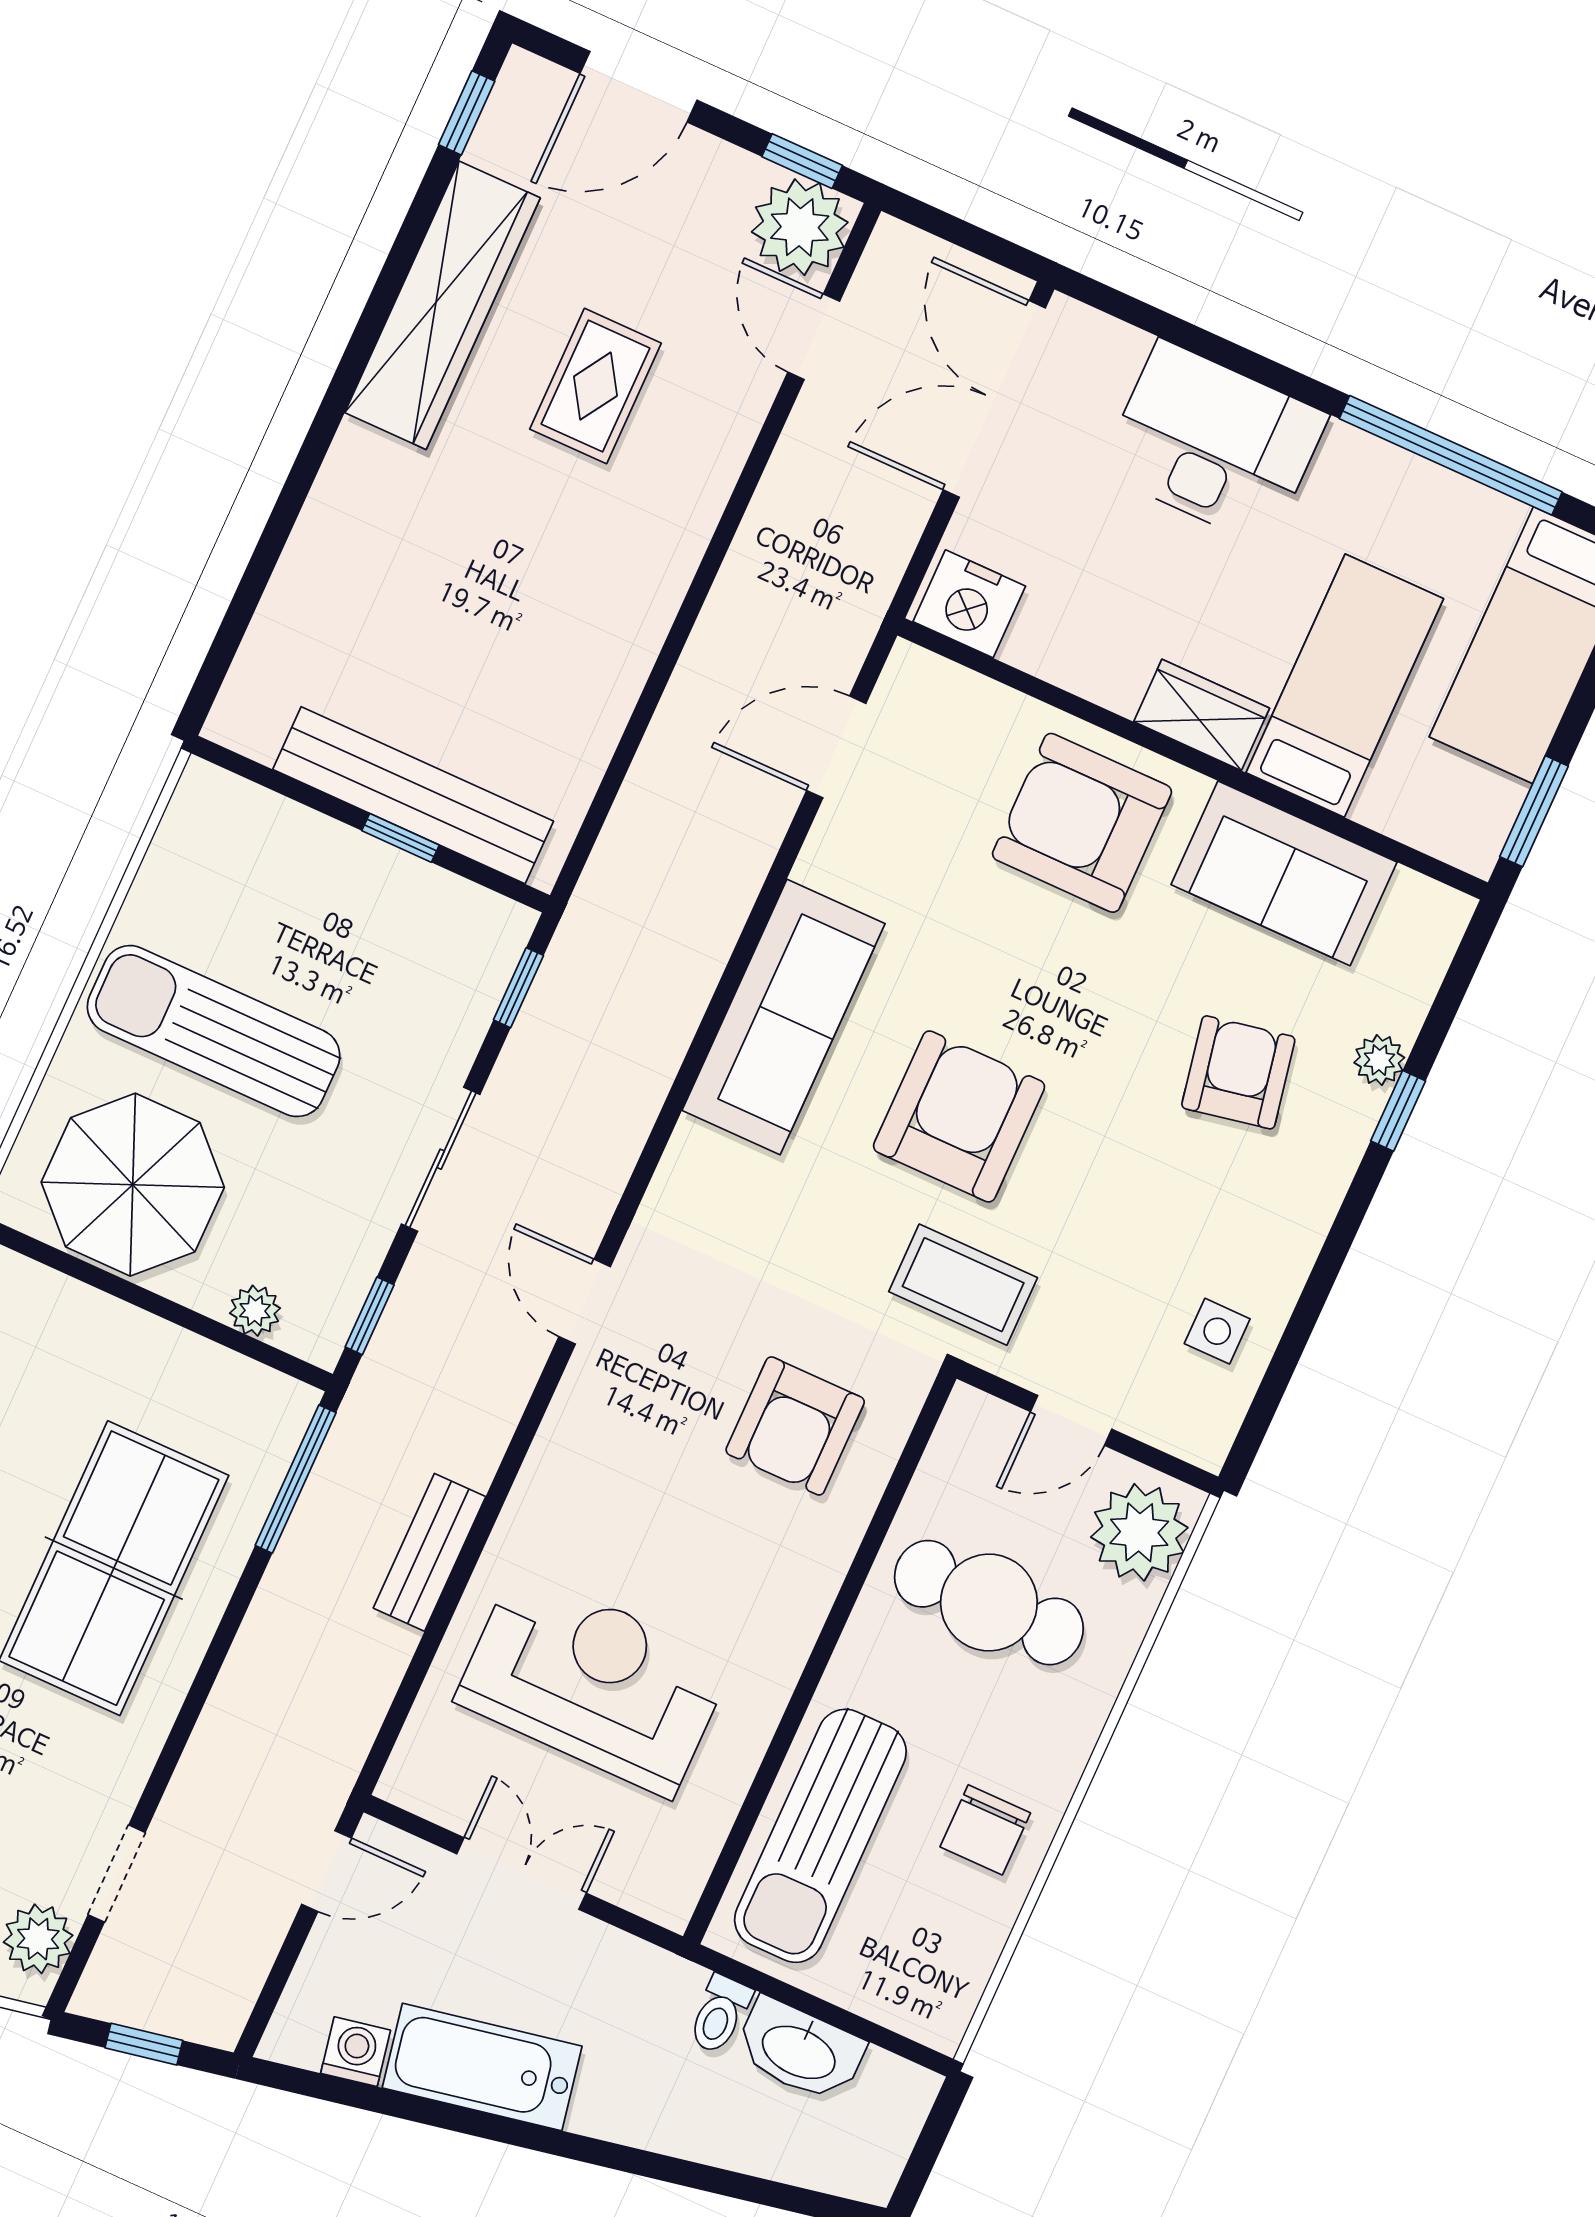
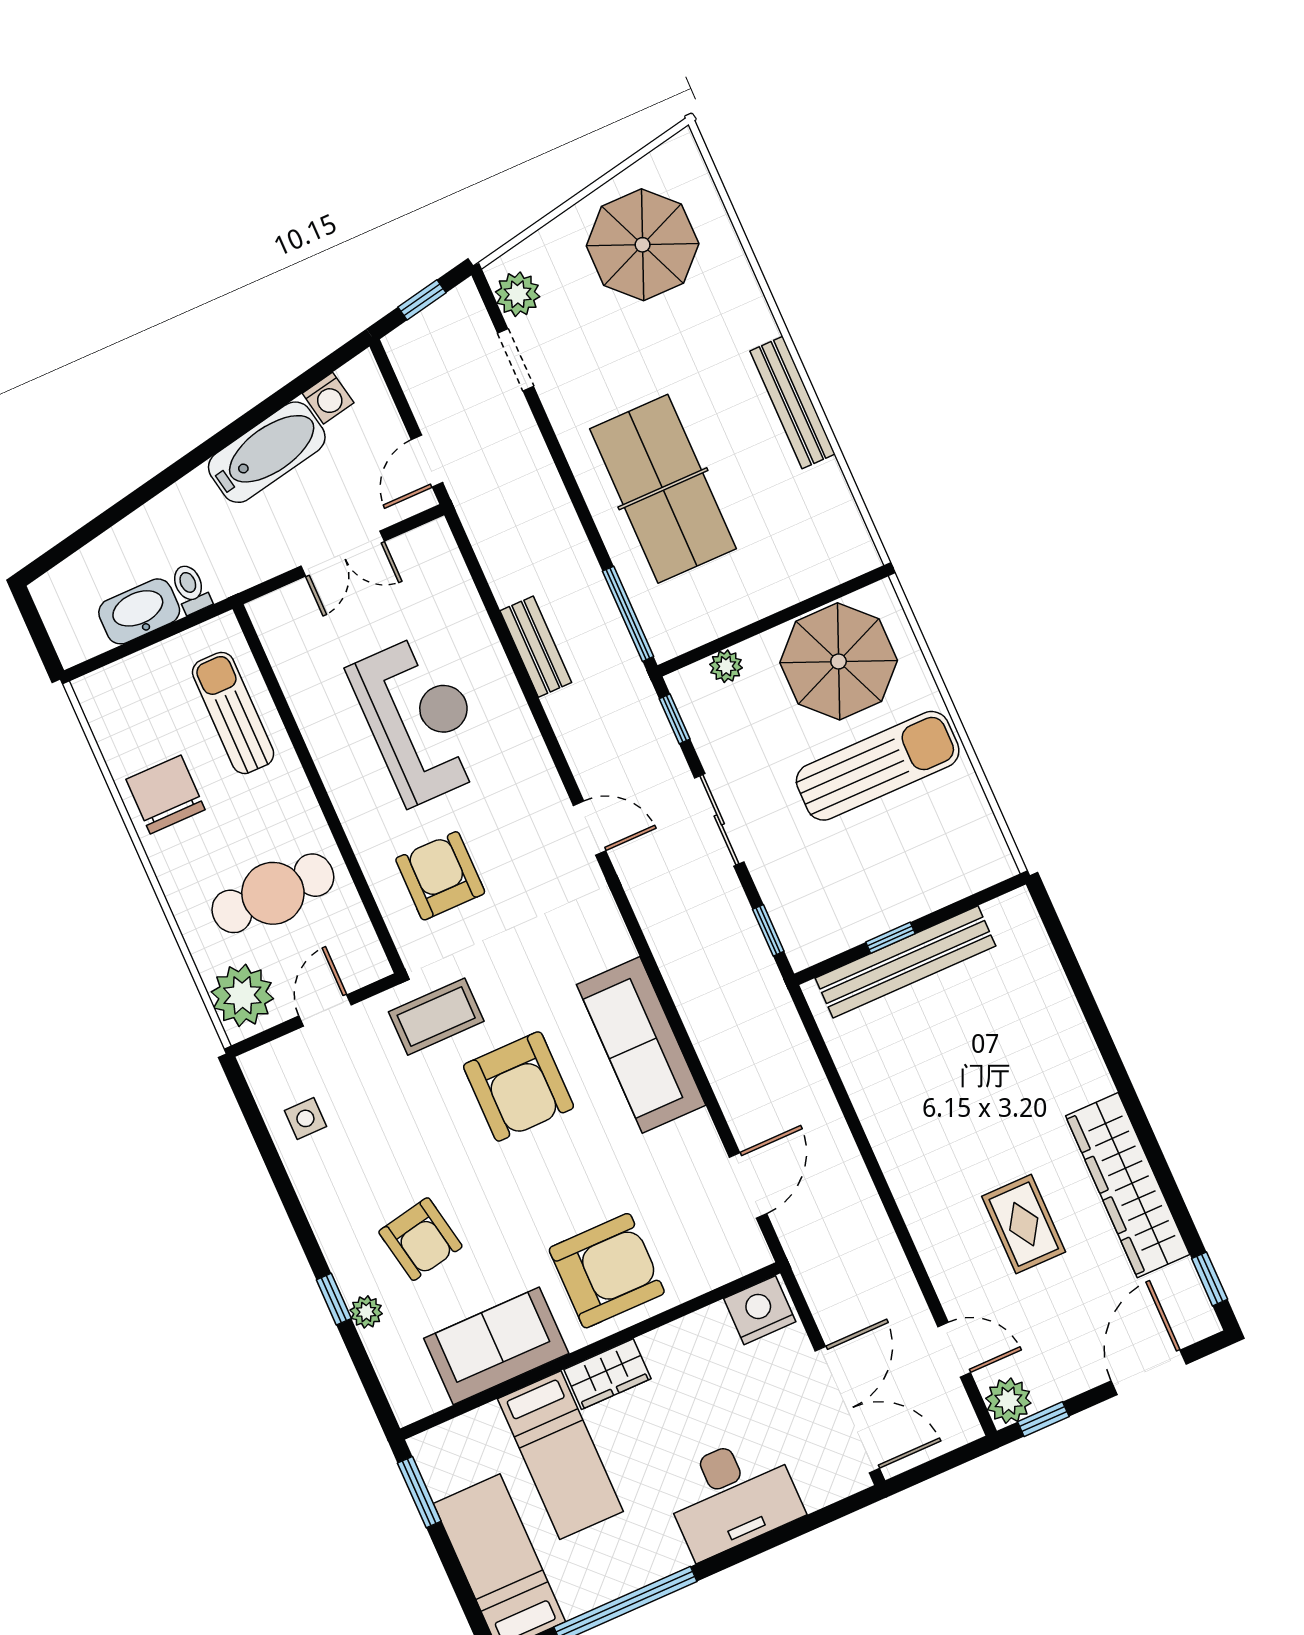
plant: (800, 227) -> (1008, 1401), width x0.73, depth x0.73
reception desk: (593, 1682) -> (420, 719), moved, turned -90
chair: (985, 1830) -> (166, 794), width x1.37, depth x1.37
sun lounger: (820, 1836) -> (233, 713), width x0.73, depth x0.75

